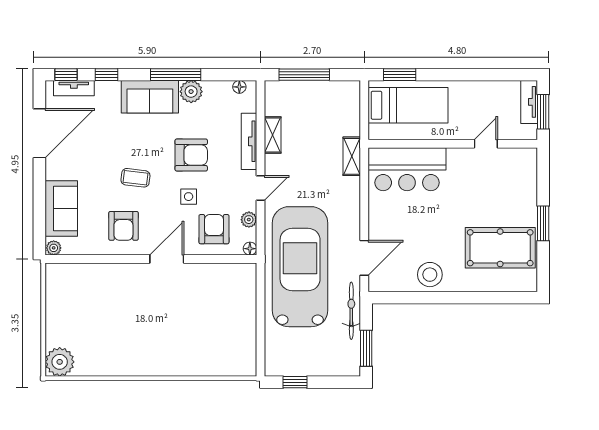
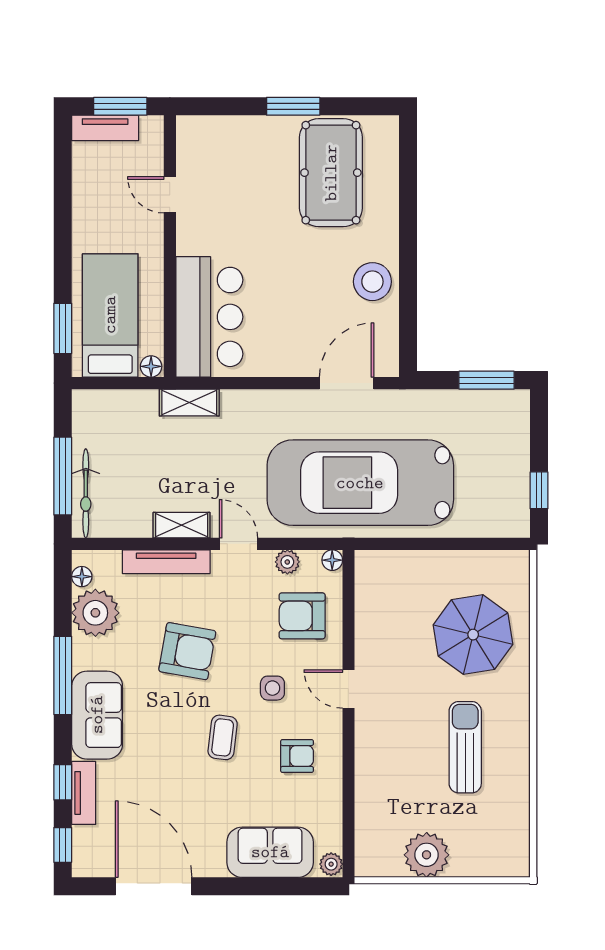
tv unit: (74, 88) -> (84, 793), moved
plant: (191, 92) -> (95, 613), moved, width x1.36, depth x1.36
floor lamp: (375, 132) -> (151, 366), added
shelving: (273, 135) -> (182, 525), moved
armchair: (191, 155) -> (187, 651), turned 100
side table: (189, 197) -> (272, 688), moved
armchair: (123, 226) -> (297, 756), width x0.72, depth x0.72
door: (364, 258) -> (347, 383), hinge flipped
door: (167, 259) -> (348, 689), width x0.73
bicycle: (351, 311) -> (86, 493), moved, turned -90
sun lounger: (129, 334) -> (465, 747), added
parasol: (202, 340) -> (473, 635), added
plant: (60, 362) -> (427, 855), moved

